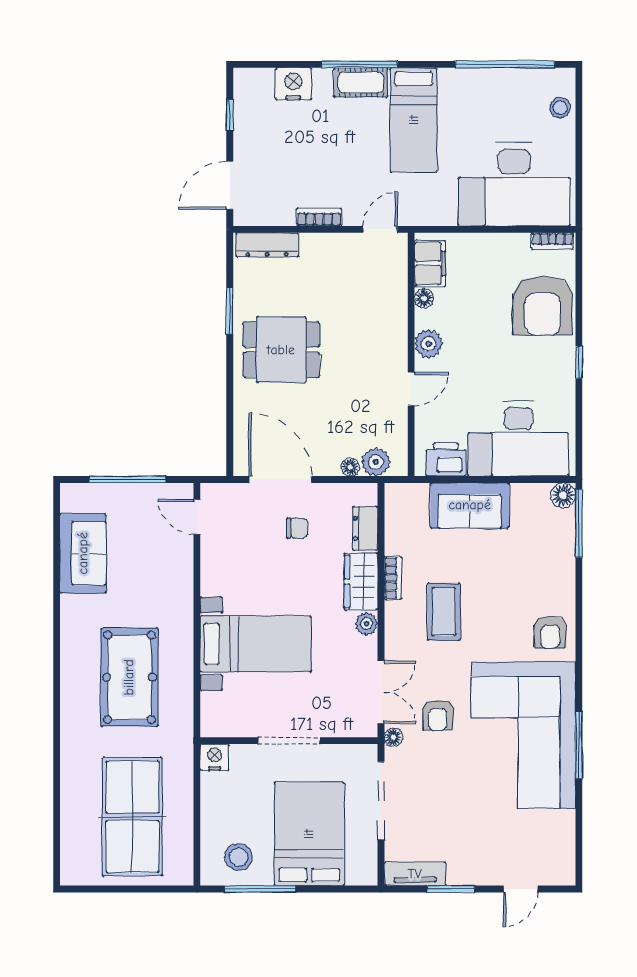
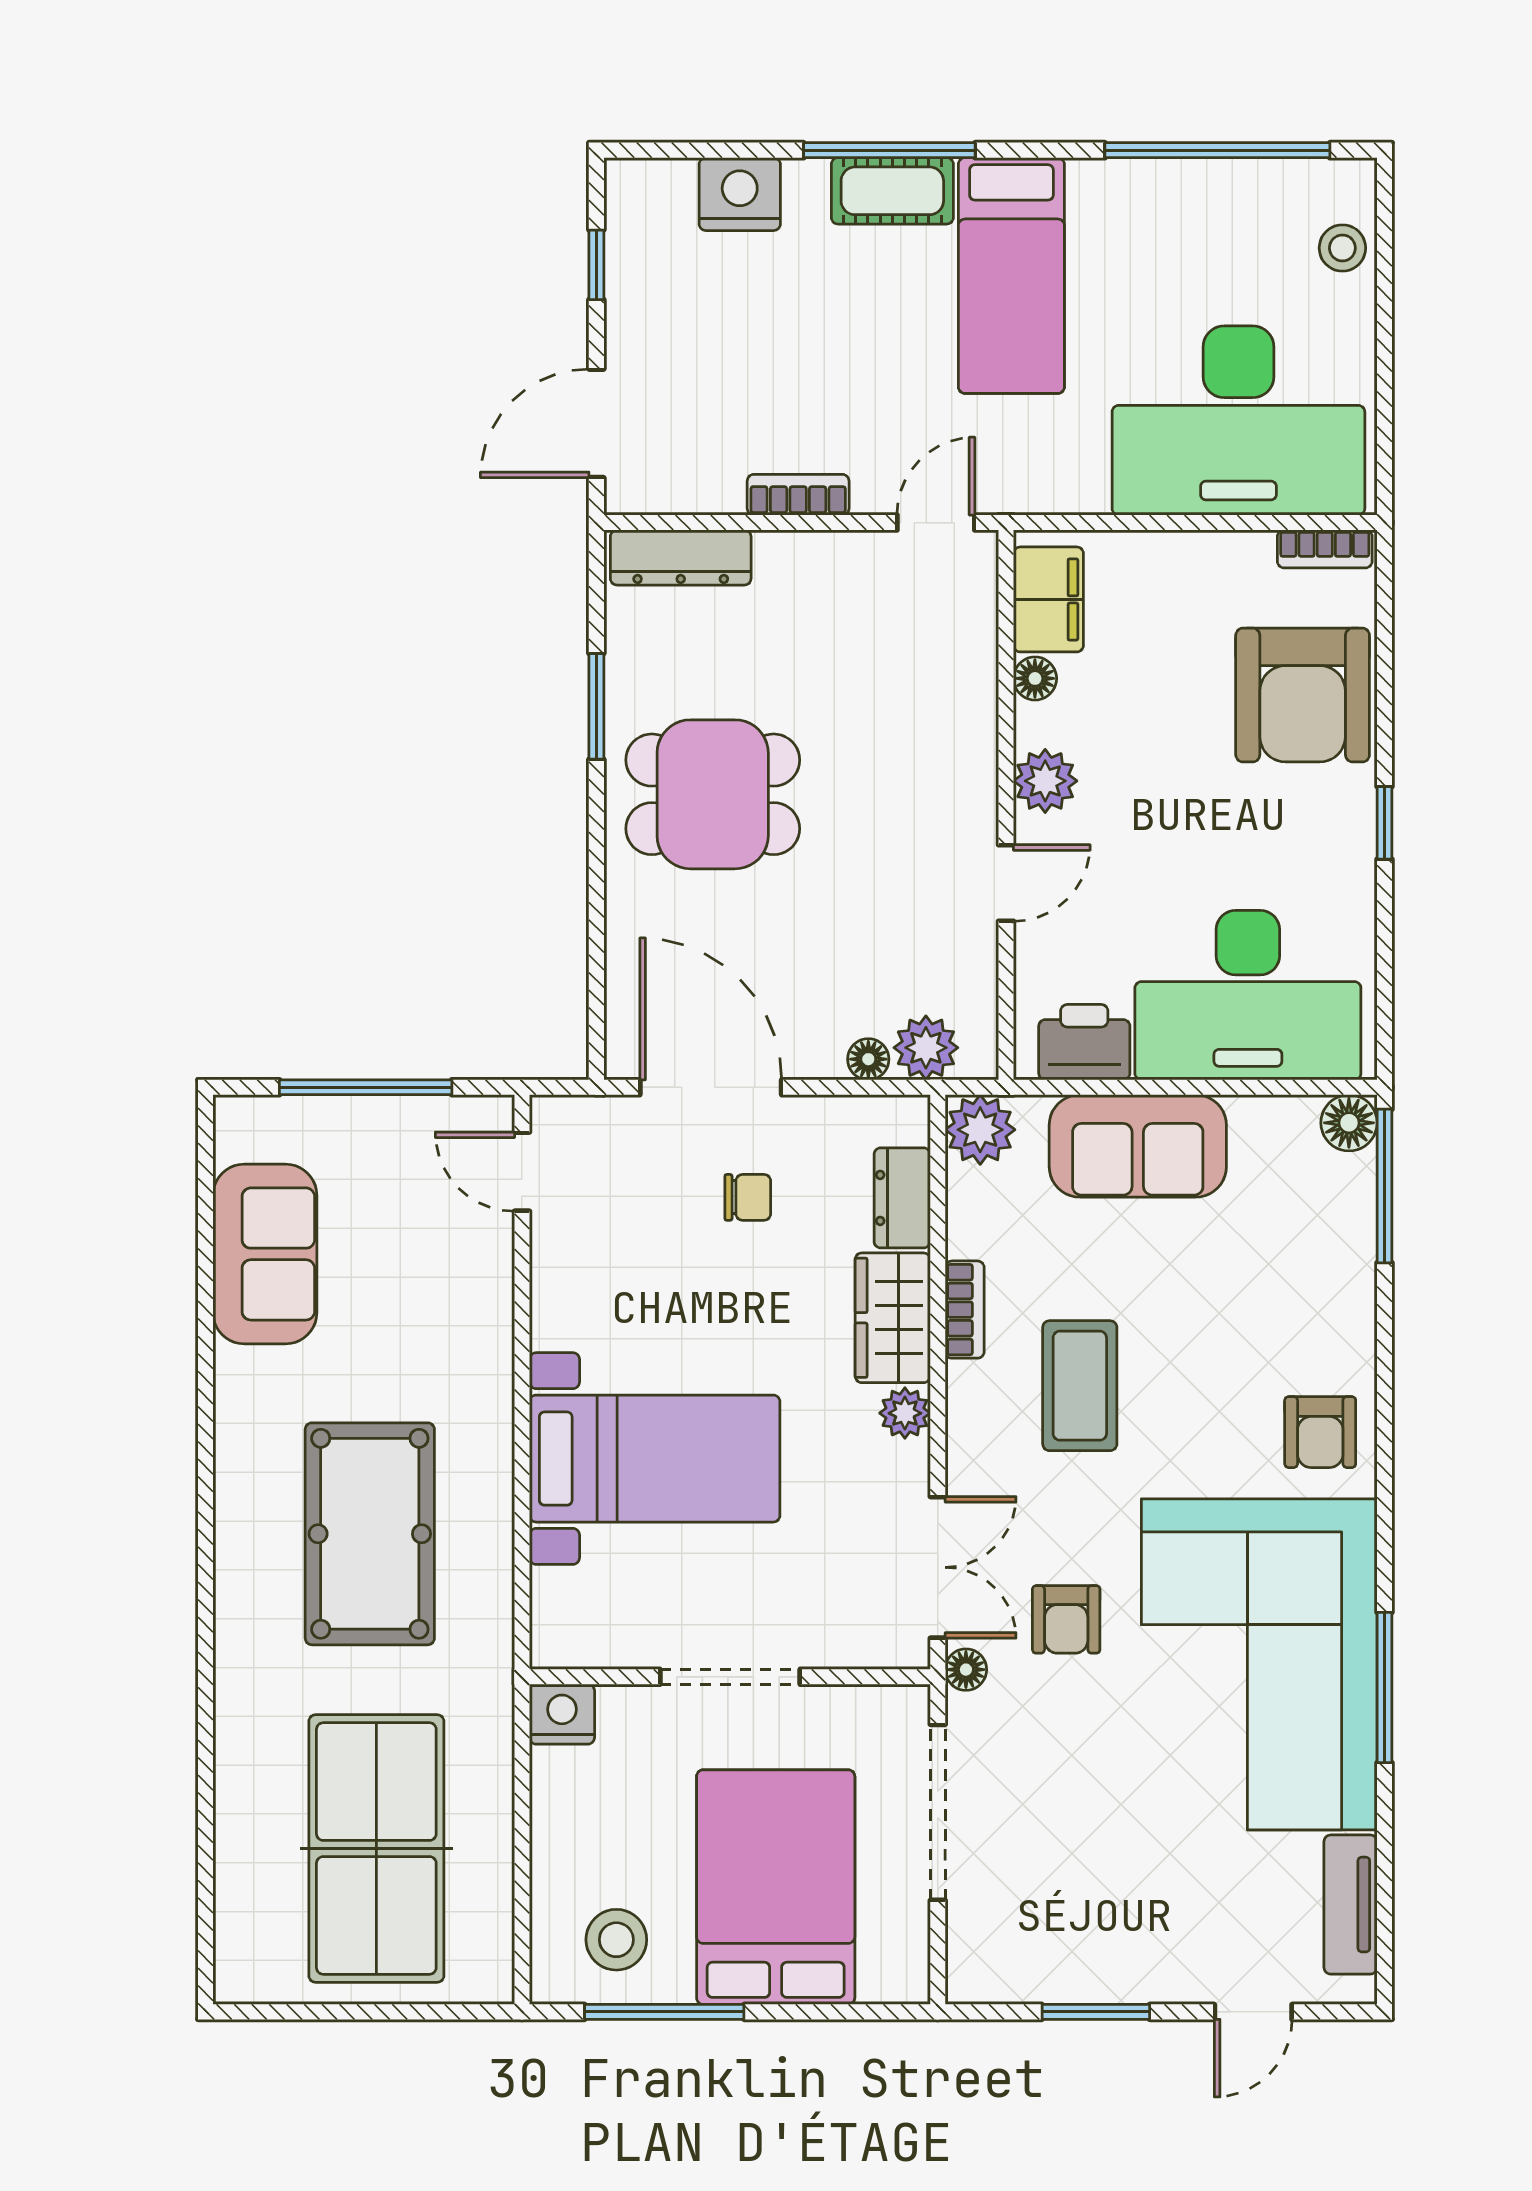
plant: (400, 498) -> (980, 1130), added
tv unit: (415, 874) -> (1351, 1905), moved, turned -90

